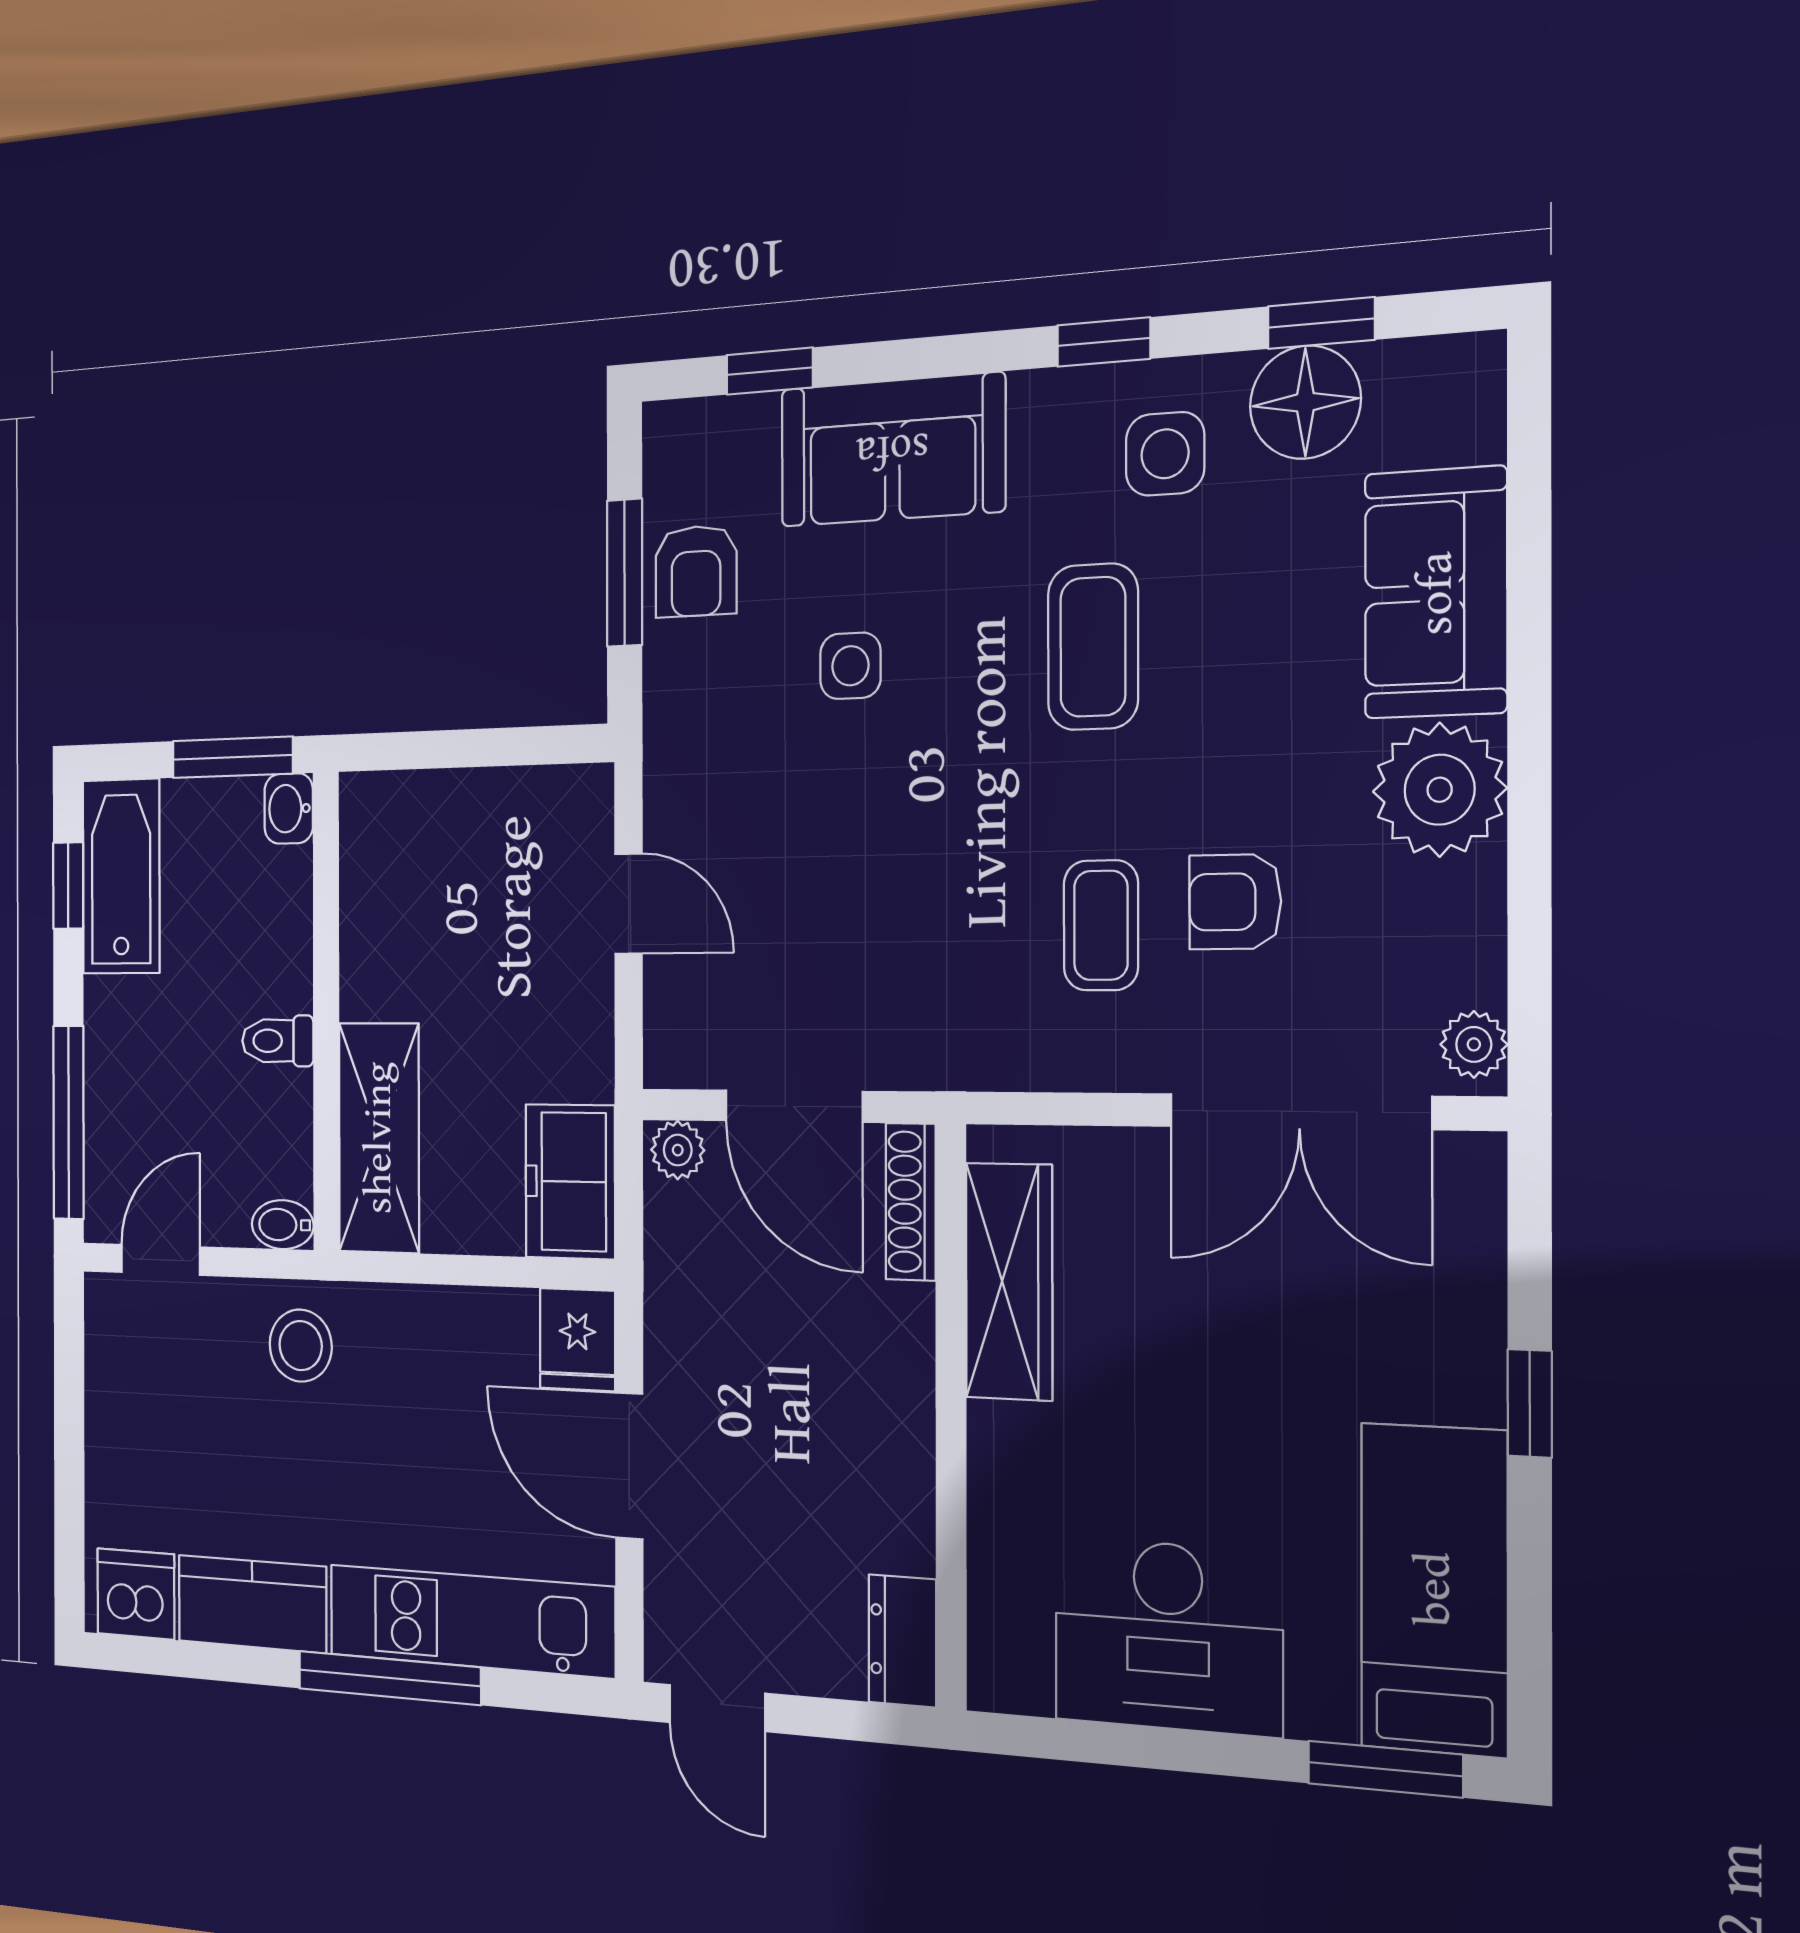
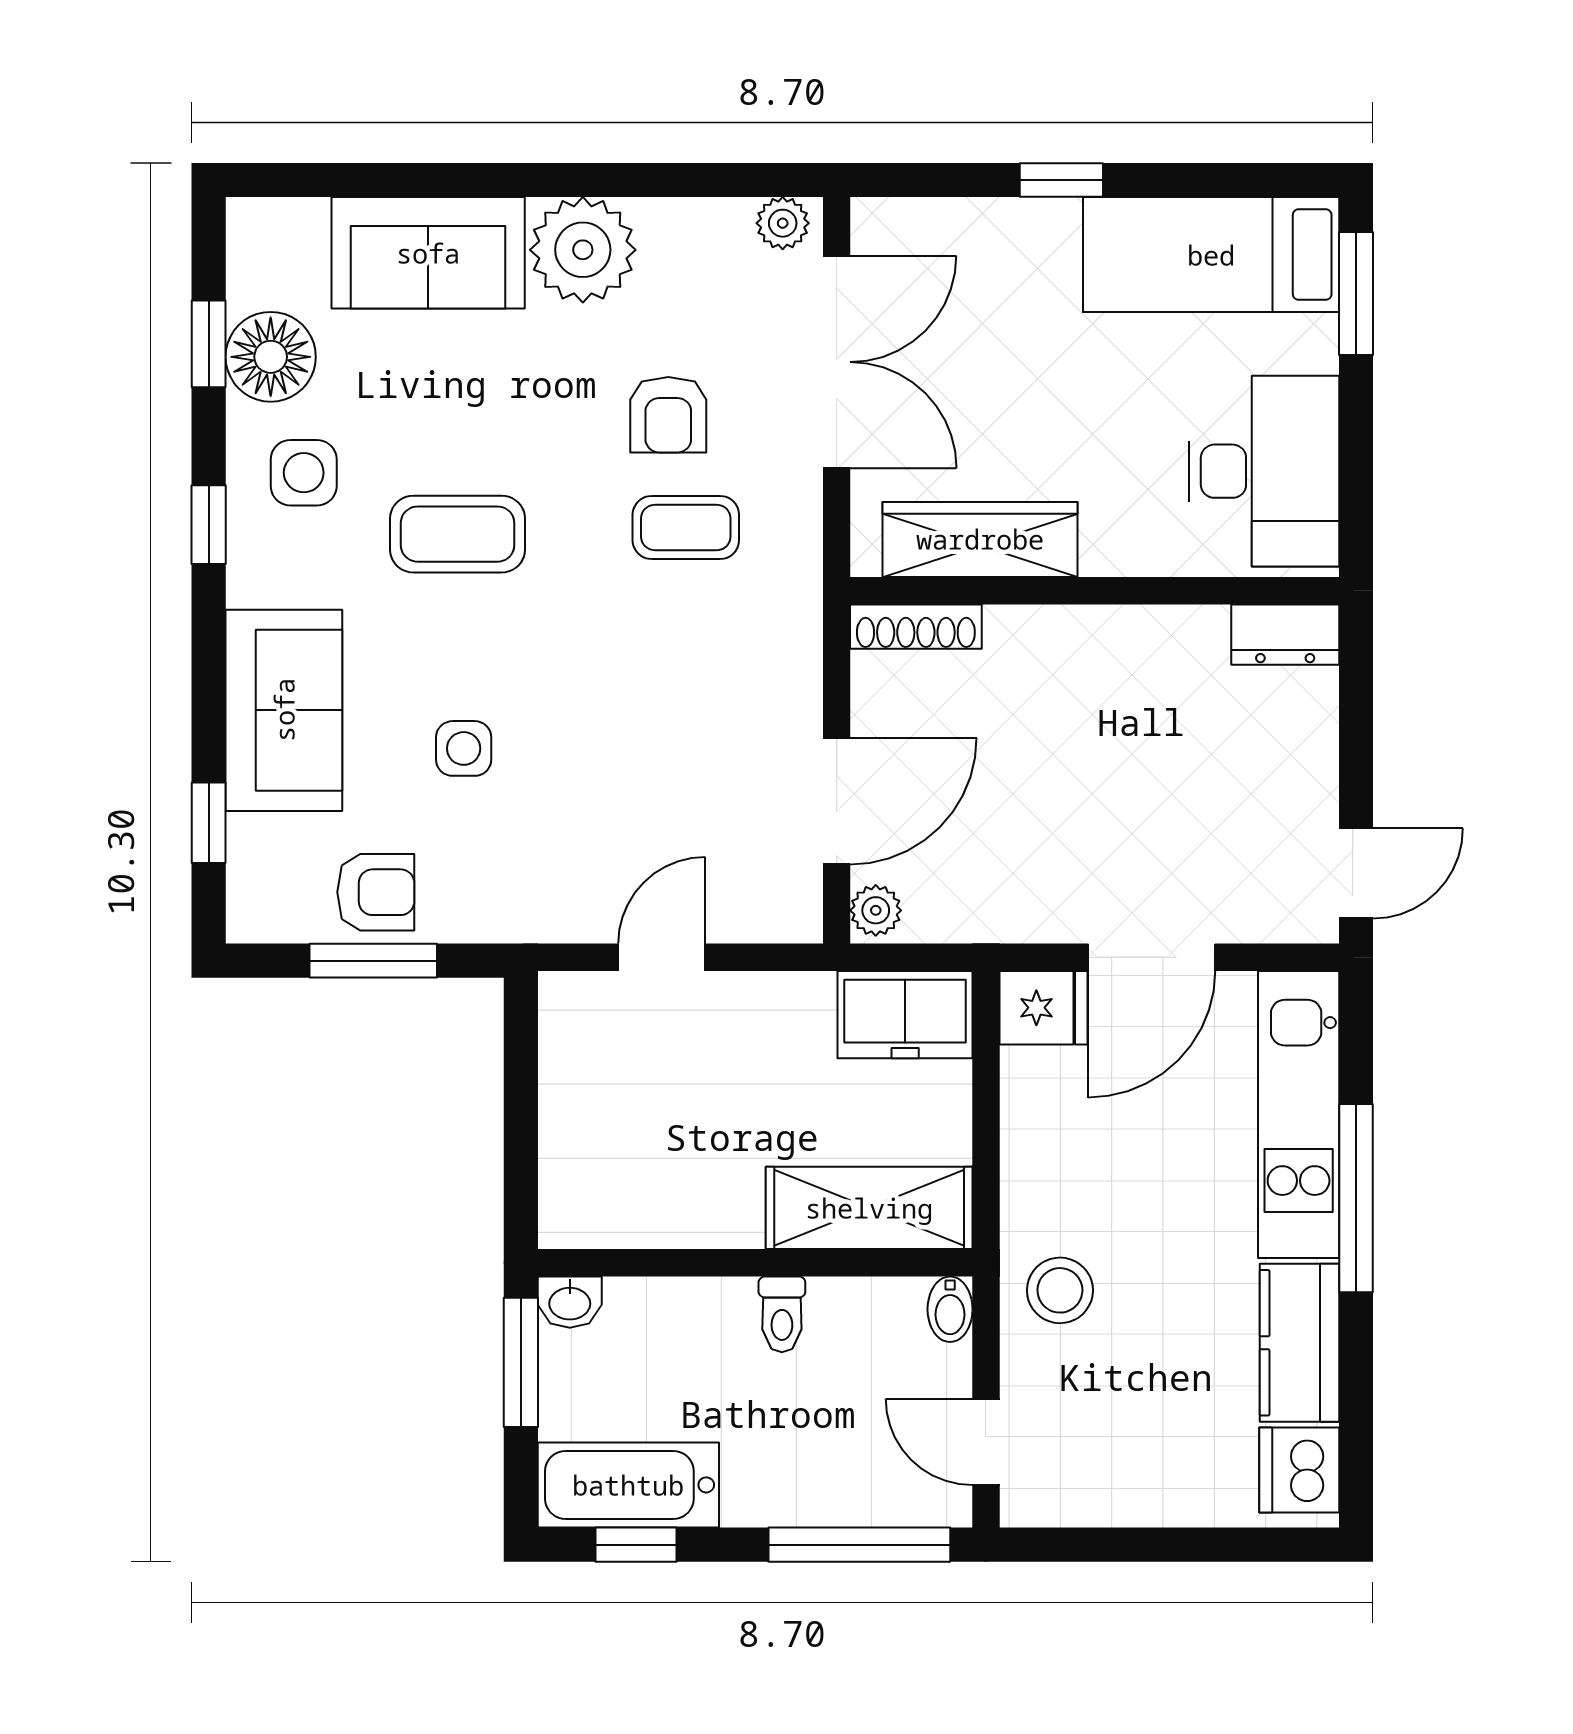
shoe rack: (911, 1202) -> (916, 627), moved
wardrobe: (1009, 1281) -> (980, 539), moved
wall: (951, 1417) -> (1095, 591), moved
dresser: (902, 1641) -> (1285, 635), moved

